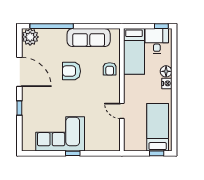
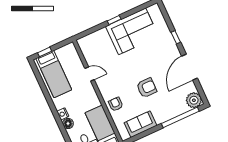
sofa: (89, 38) -> (140, 124), width x0.73
door: (19, 72) -> (189, 67), hinge flipped

